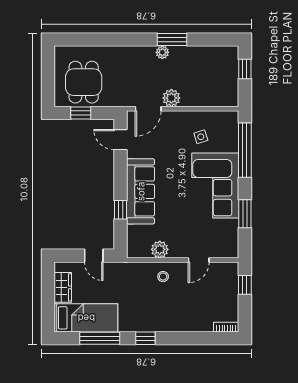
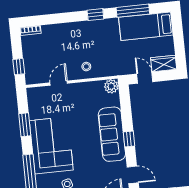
window: (120, 210) -> (129, 139), moved
plant: (160, 249) -> (111, 86), moved
wardrobe: (63, 287) -> (164, 64), moved, turned 90

